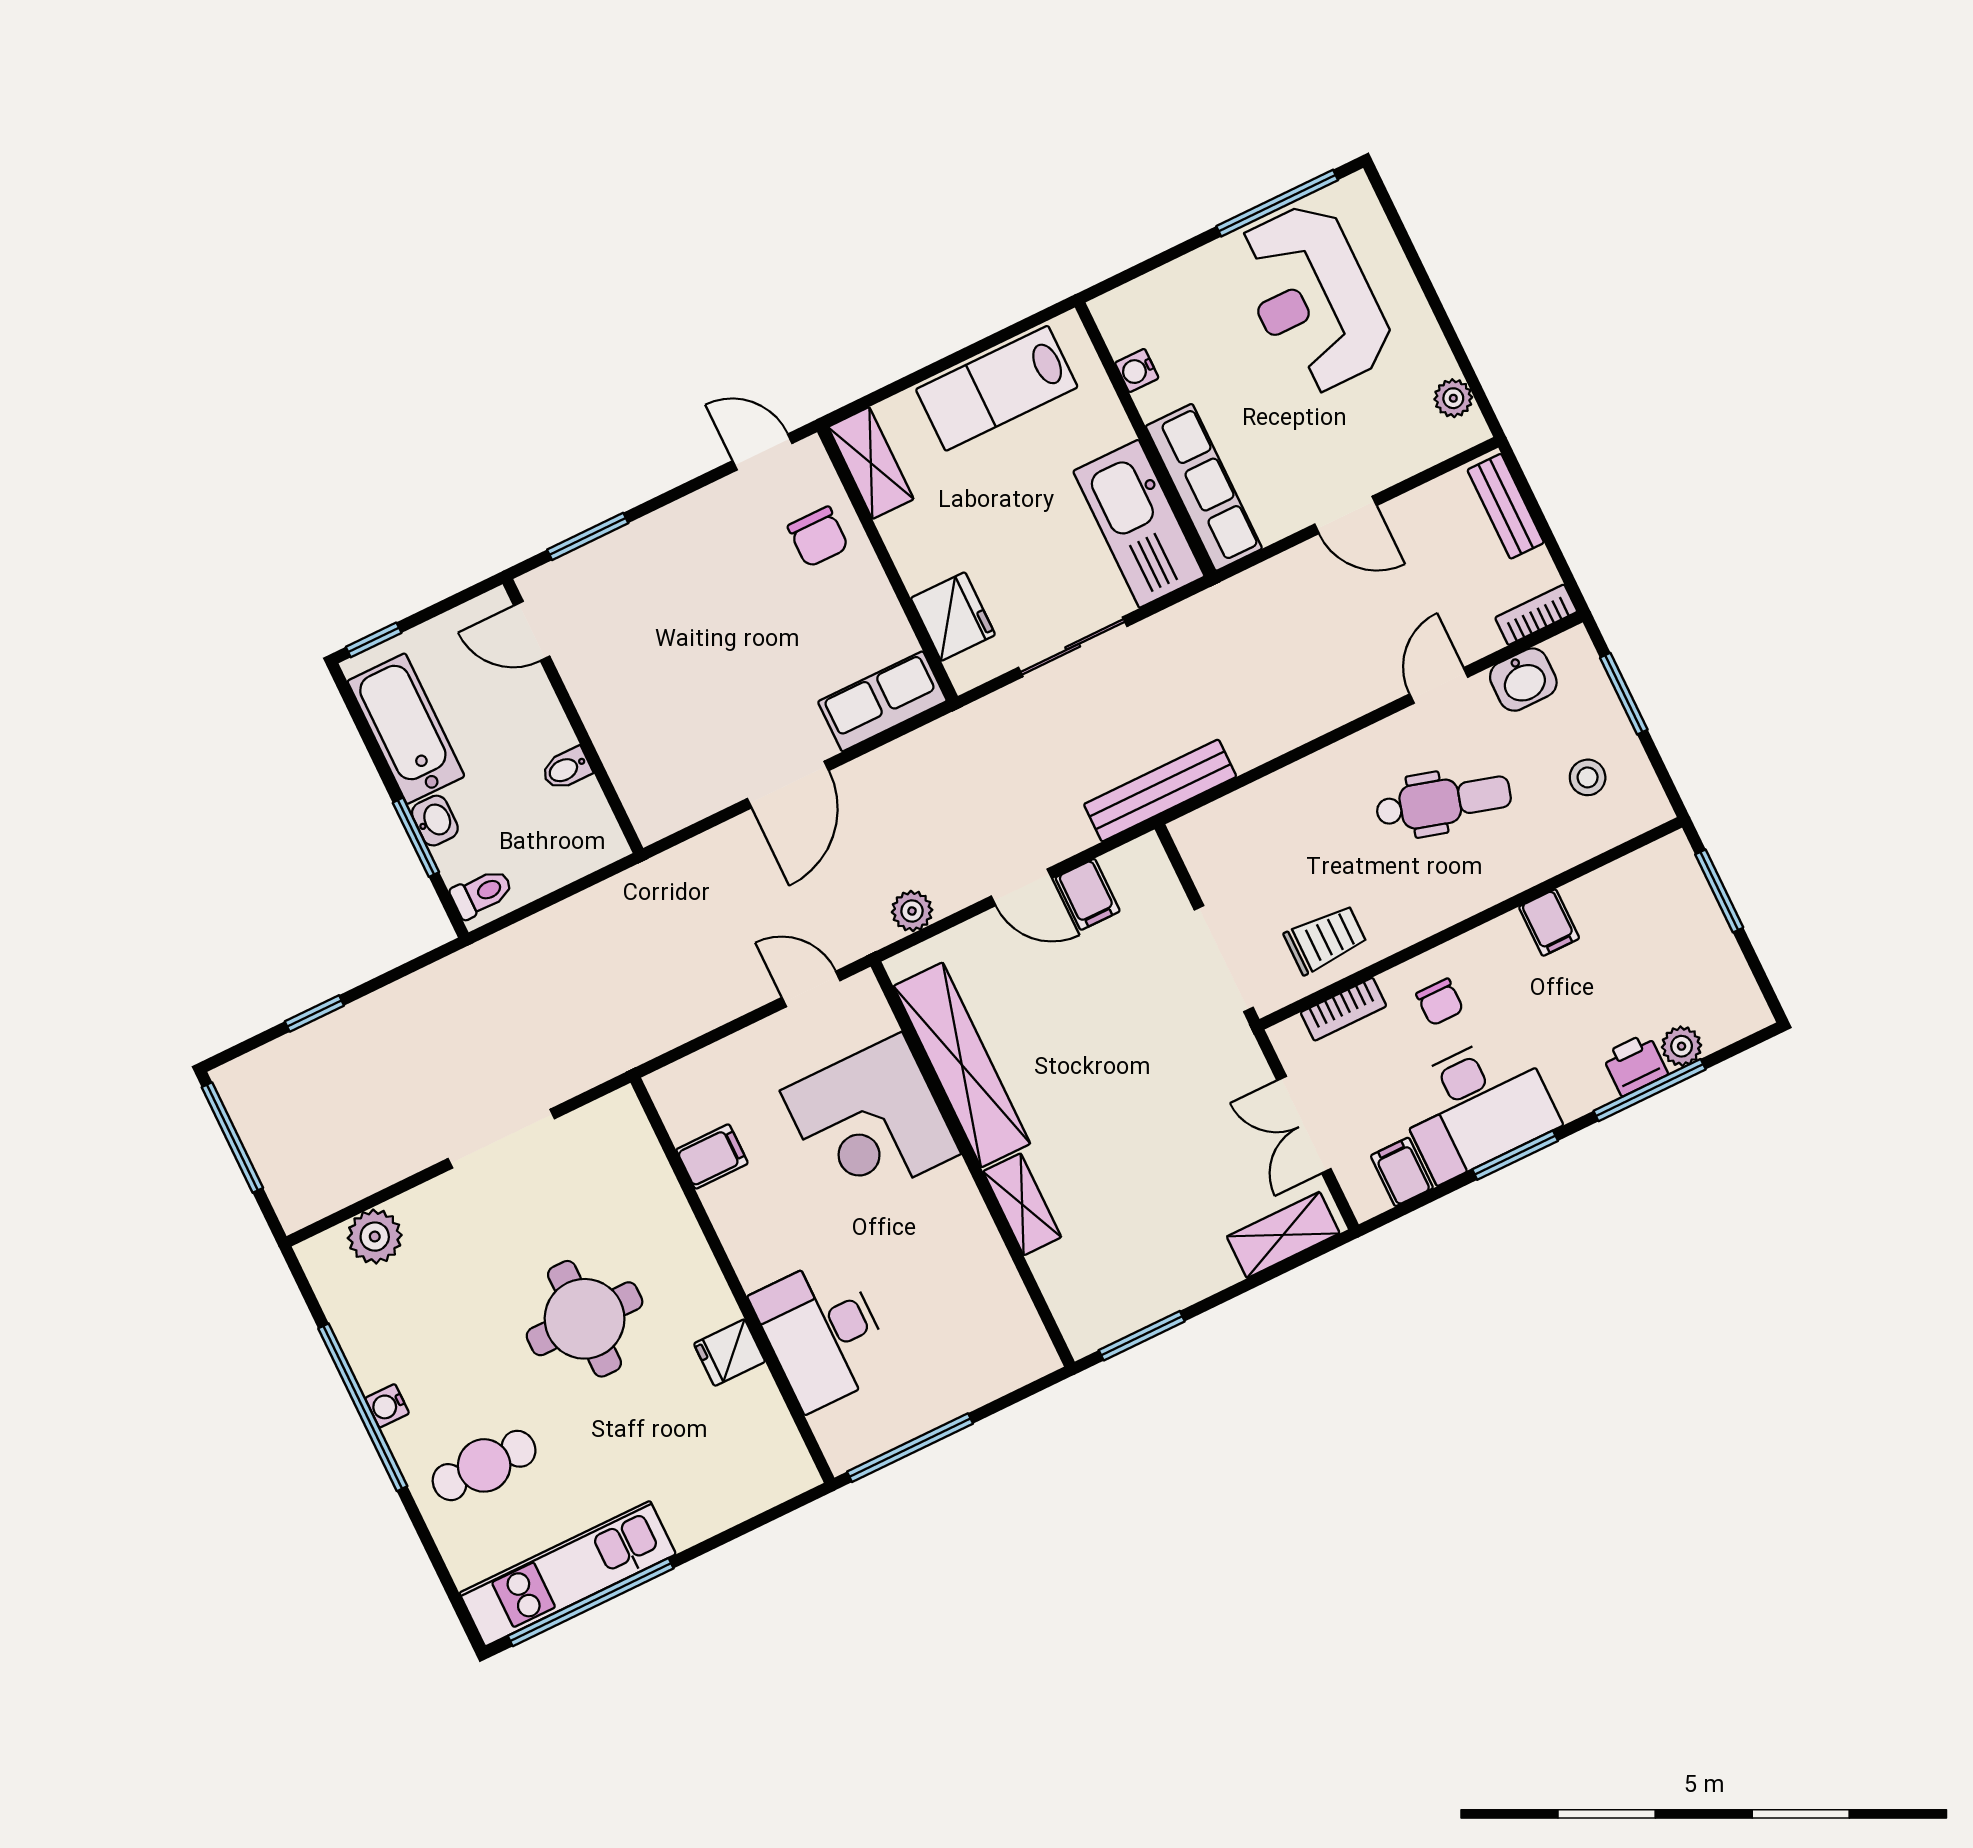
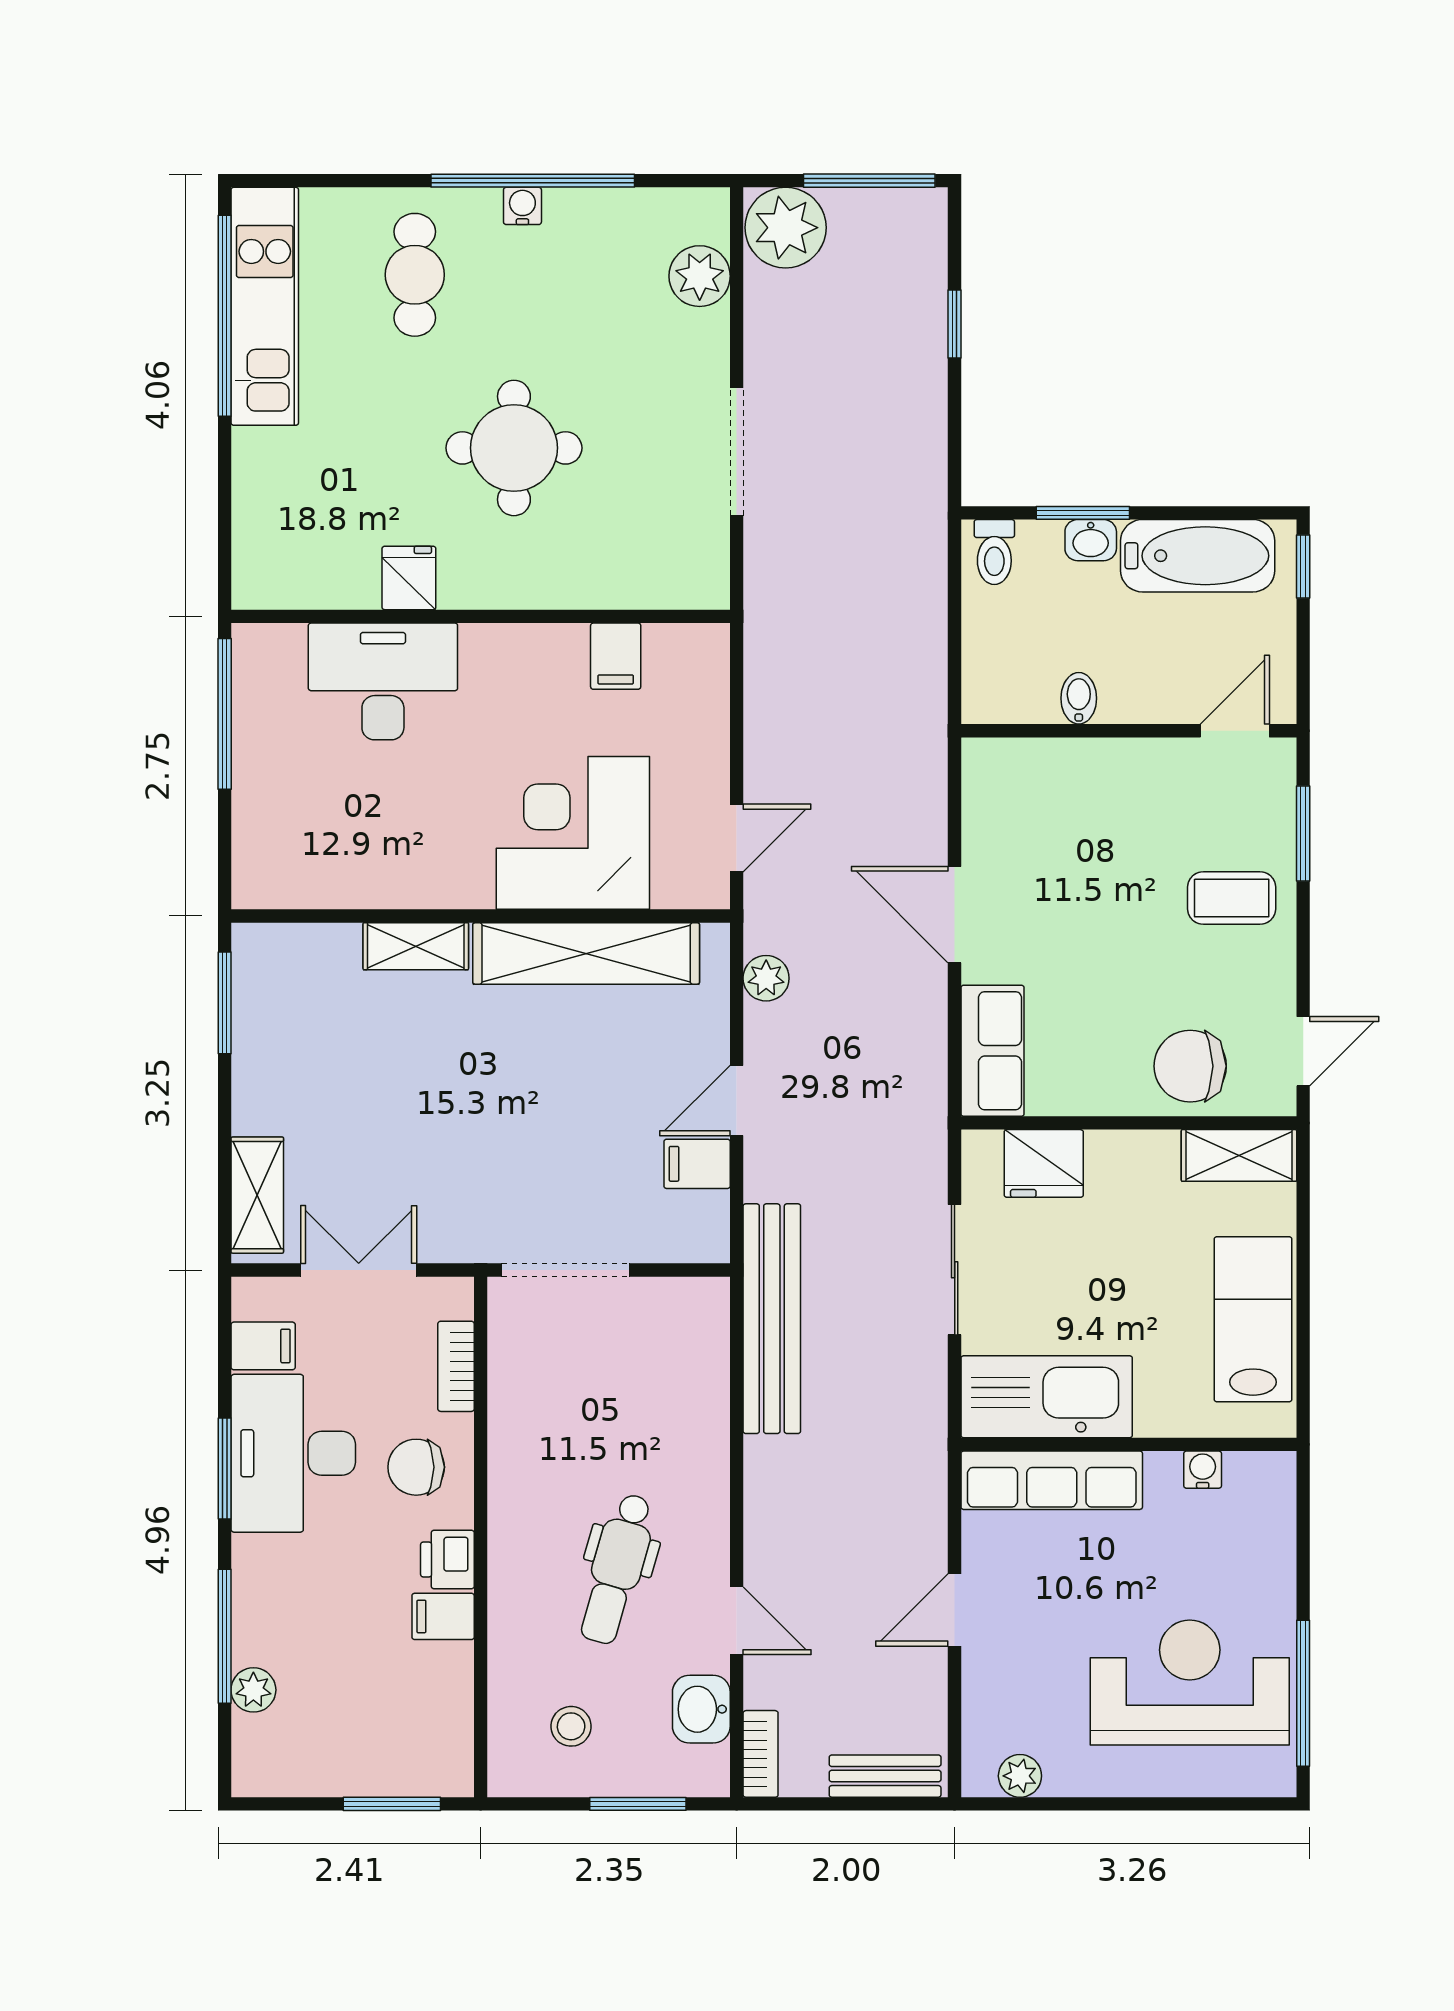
chair: (818, 537) -> (1190, 1066), width x1.37, depth x1.37
coffee table: (667, 569) -> (1232, 898), added
bench: (1160, 790) -> (772, 1319), width x1.37, depth x1.21
trolley: (1325, 939) -> (536, 1382), removed
chair: (1440, 1002) -> (416, 1467), width x1.37, depth x1.37
printer: (1635, 1064) -> (447, 1559), moved, turned 180
plant: (303, 1186) -> (786, 228), added

